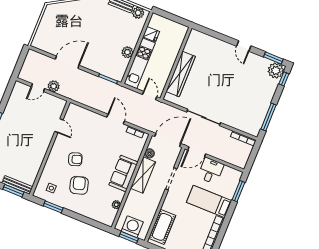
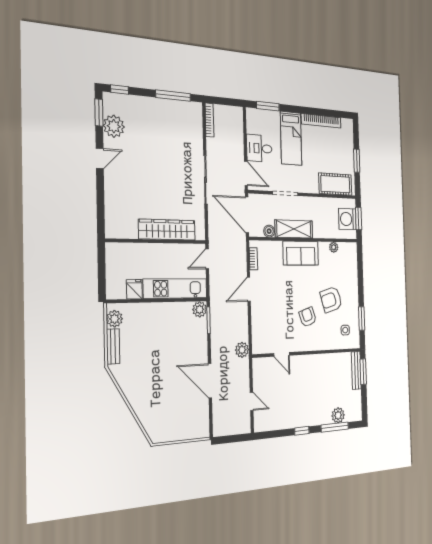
plant: (127, 52) -> (200, 309), moved
plant: (276, 70) -> (114, 126), moved
plant: (54, 86) -> (242, 350), moved
door: (59, 126) -> (282, 354), swing flipped

